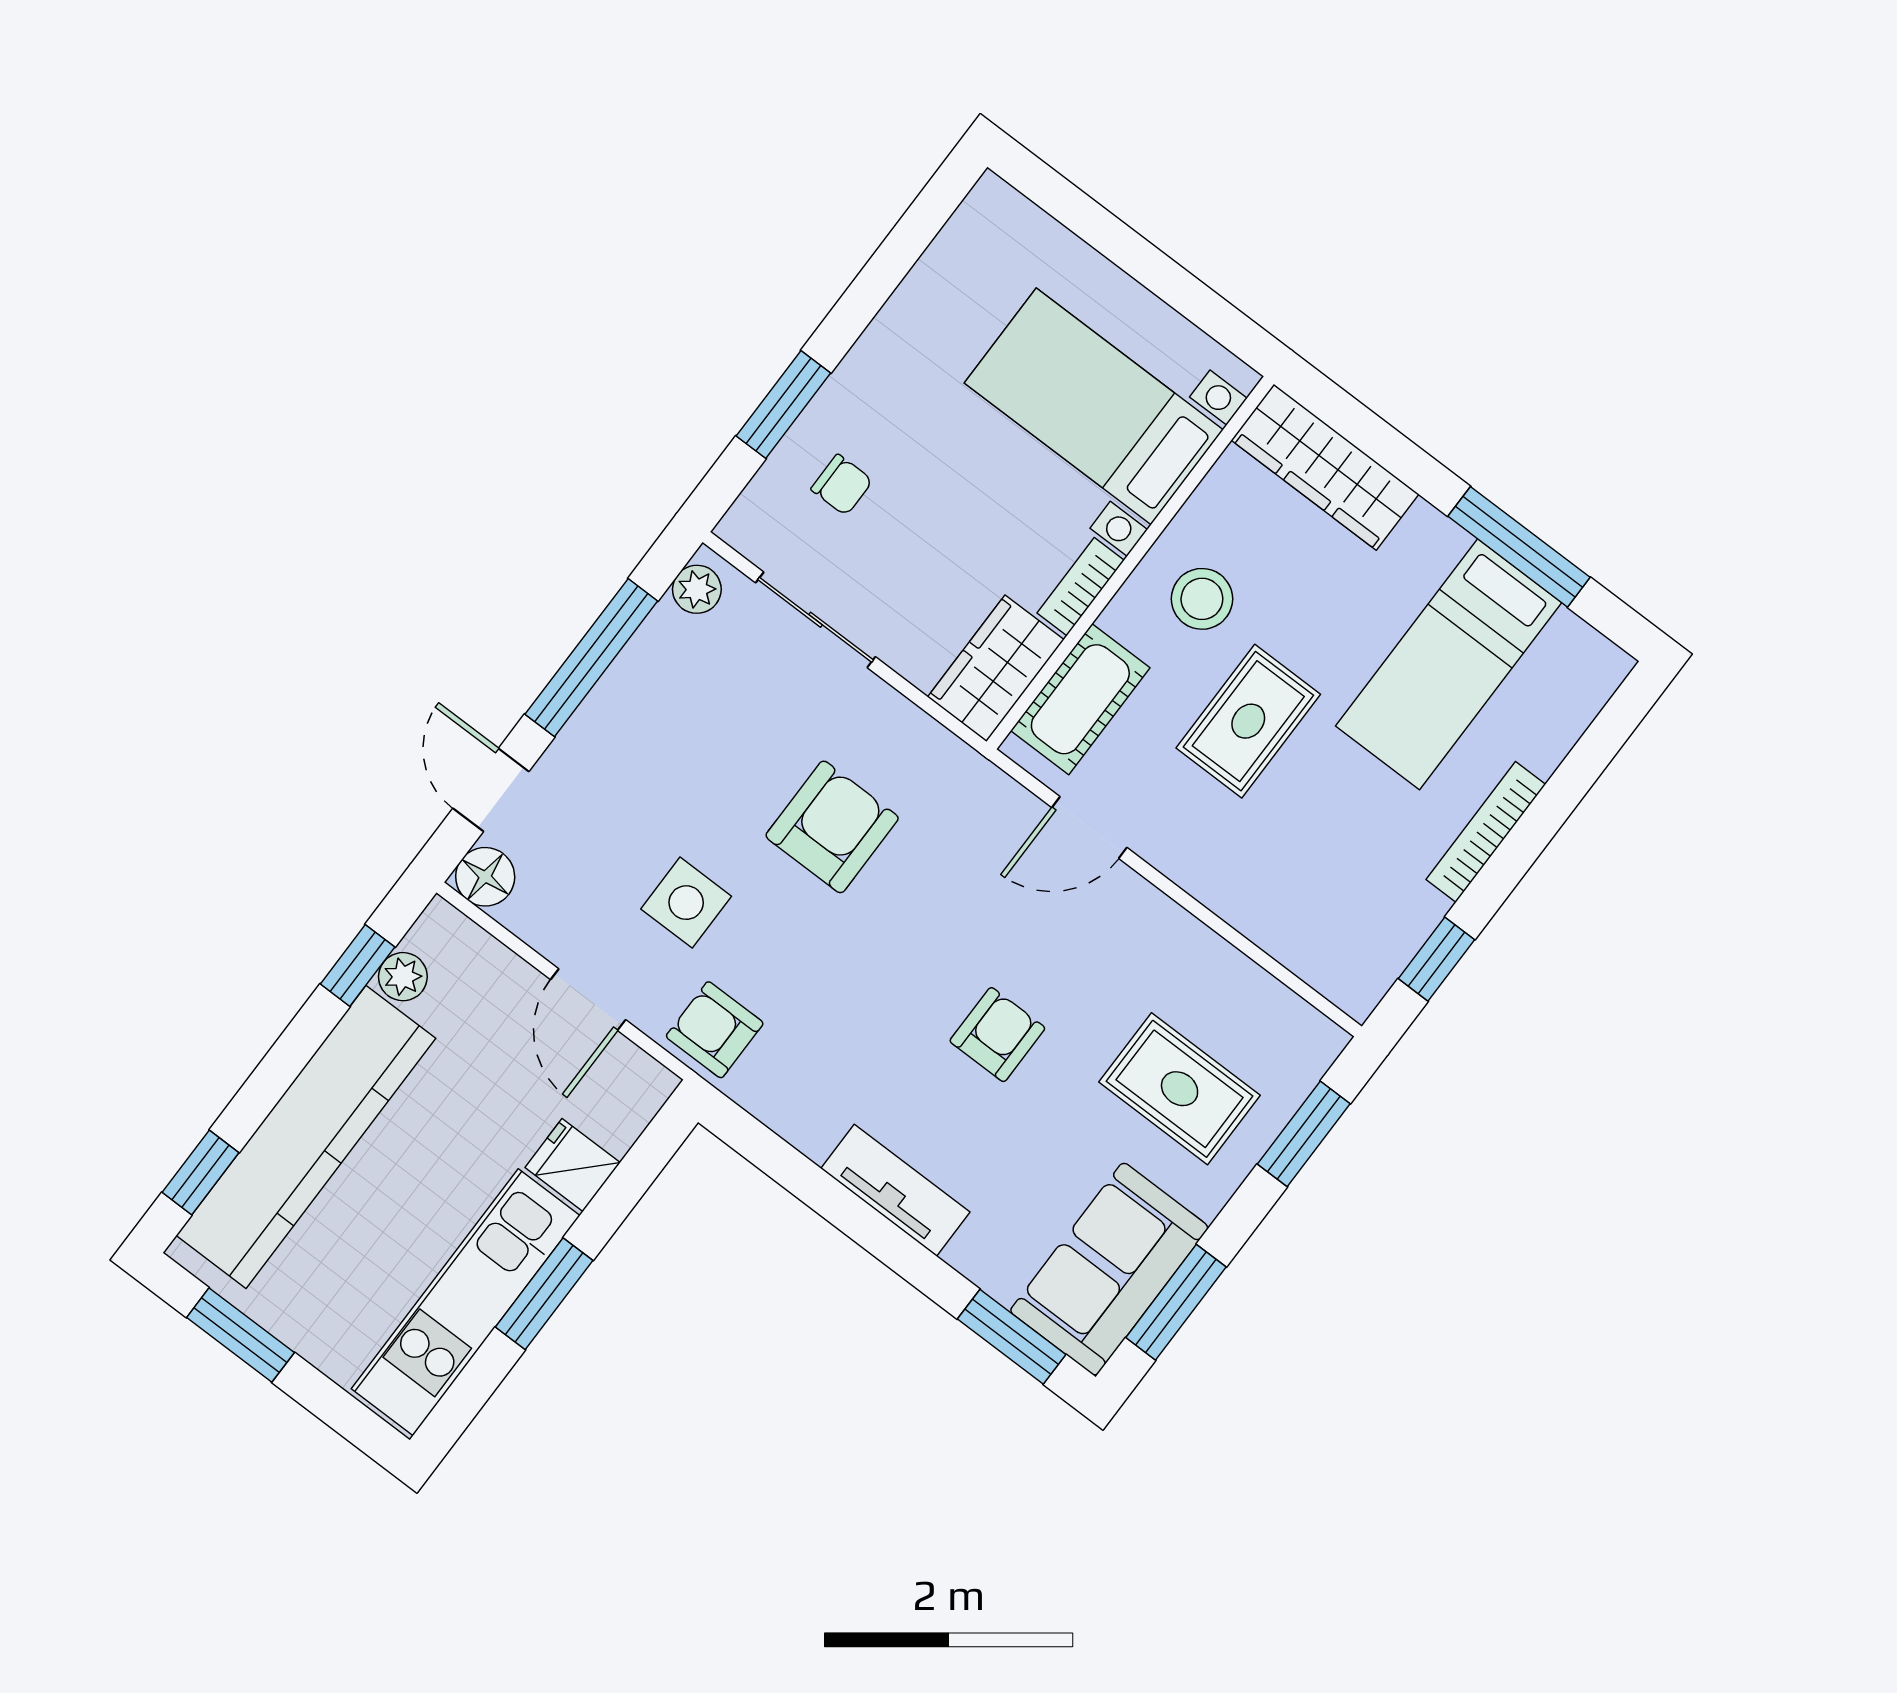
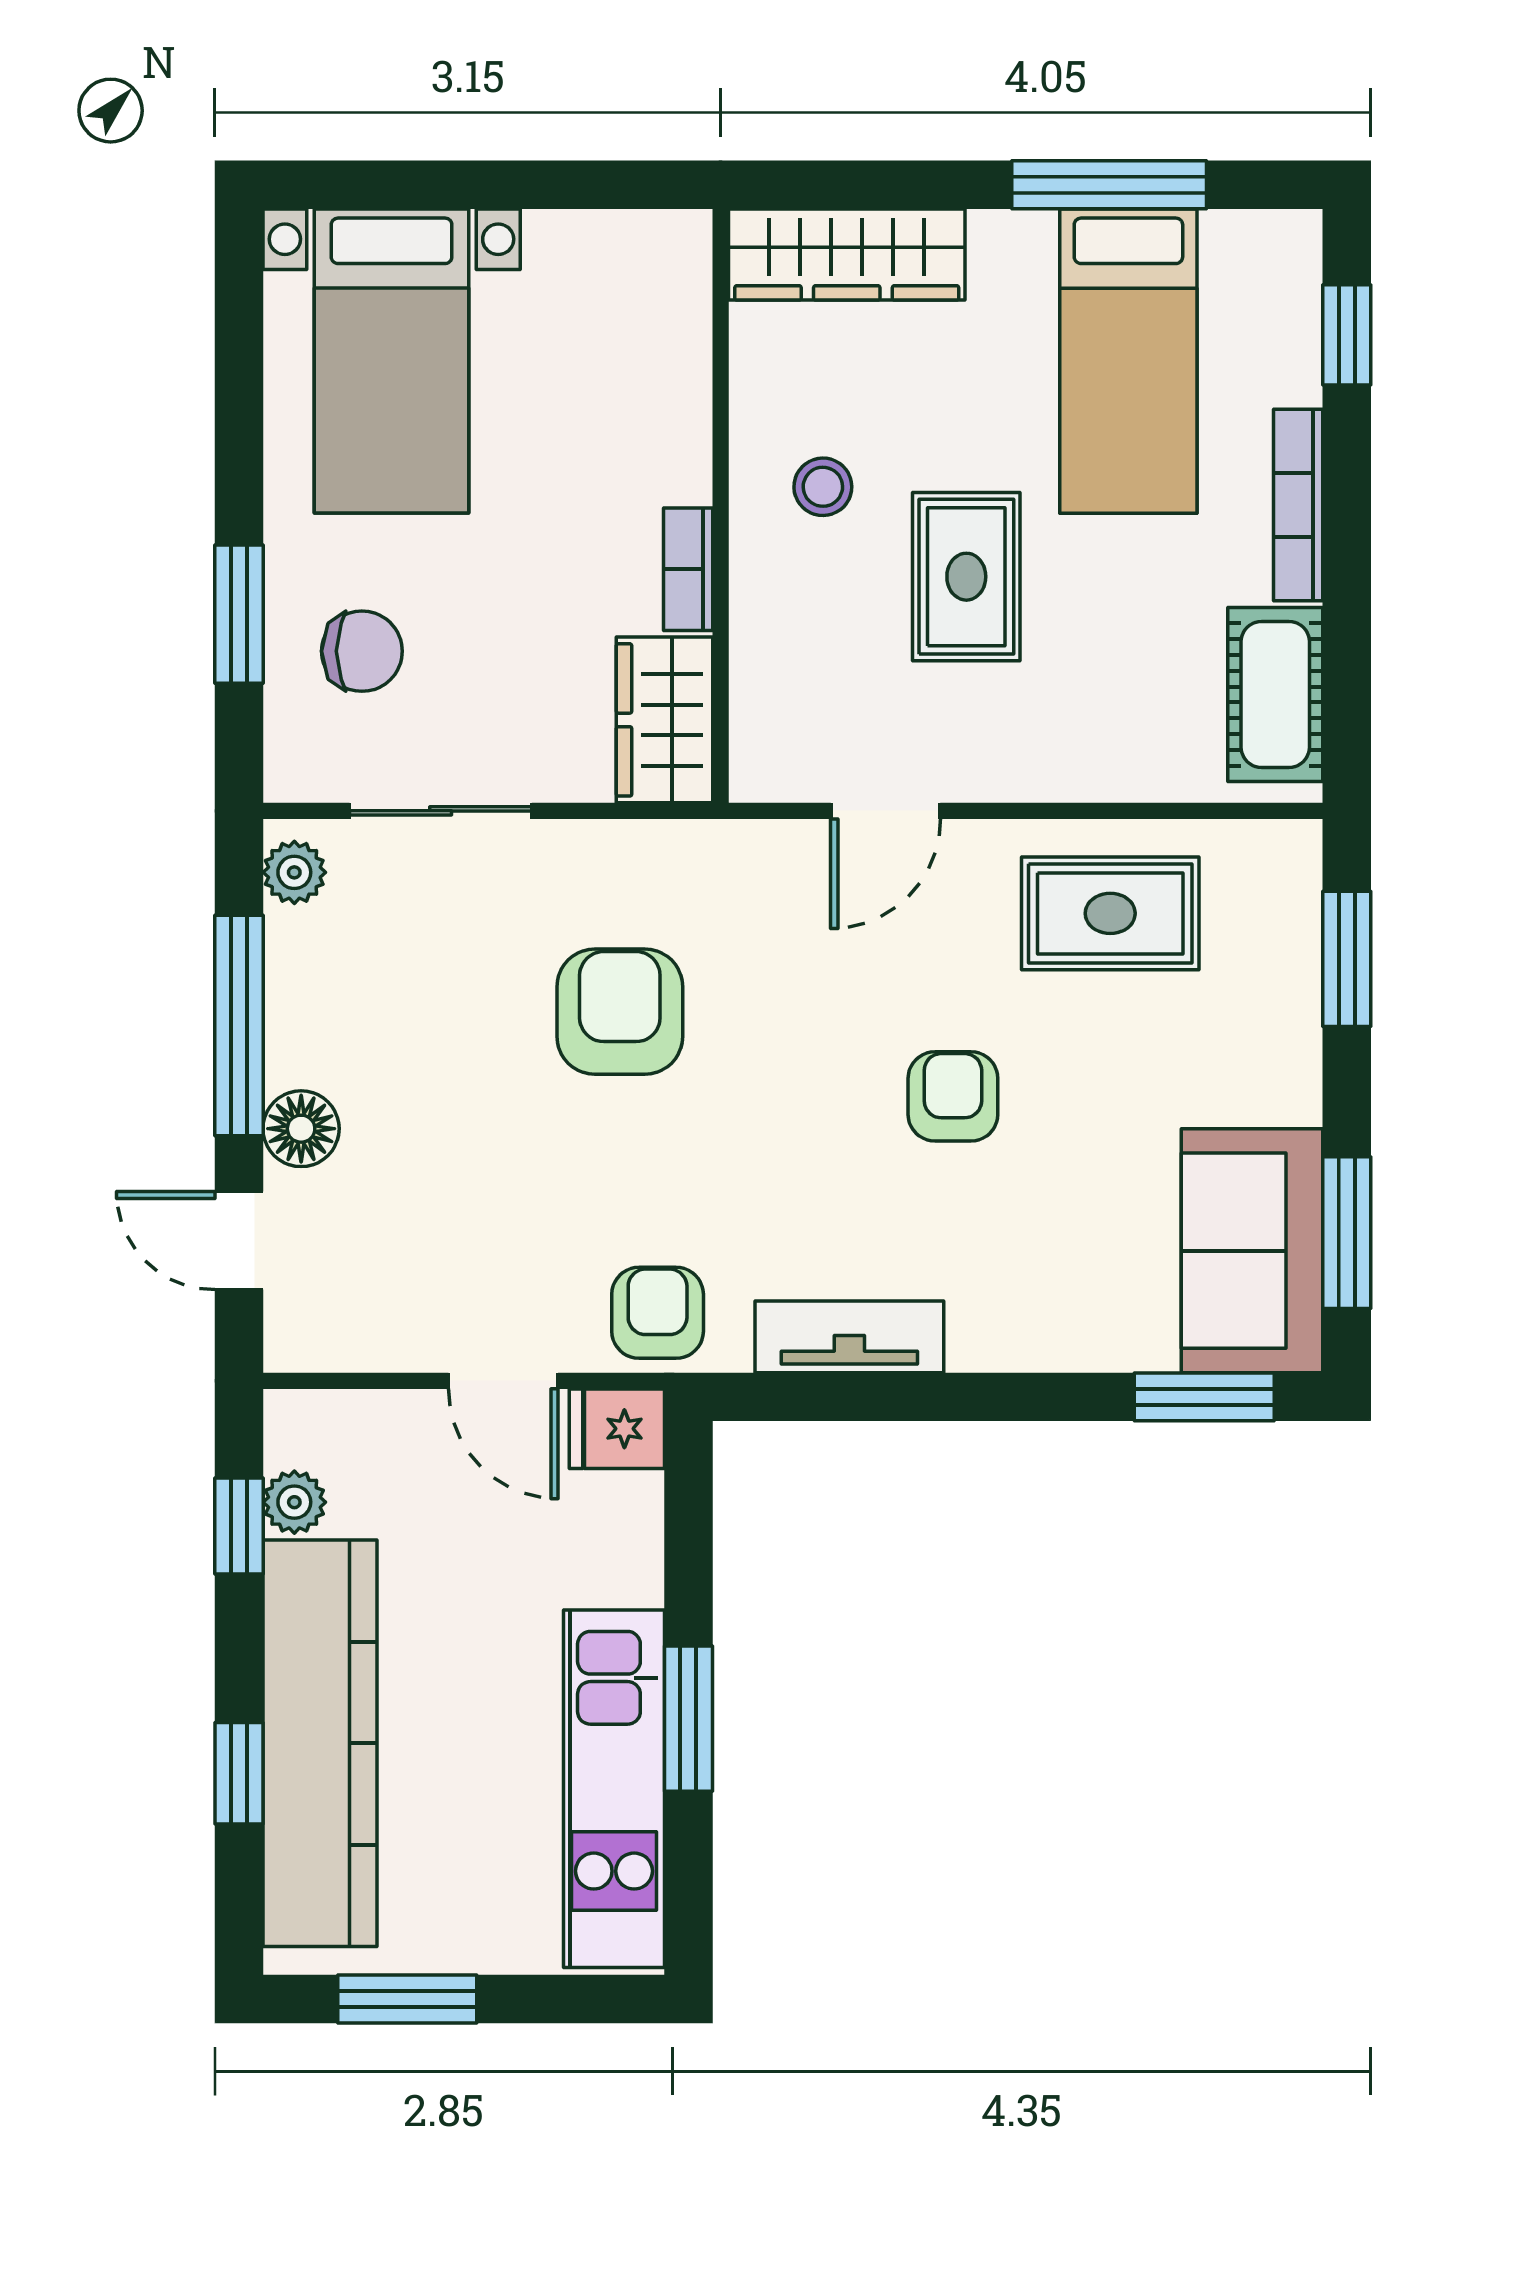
bed with nightstands: (1094, 406) -> (392, 361), moved, turned -90
chair: (842, 485) -> (362, 651), width x1.37, depth x1.37
stool: (1202, 599) -> (823, 487), width x0.73, depth x0.73
cot: (1080, 699) -> (1275, 694), moved
floor lamp: (485, 877) -> (301, 1129), moved
side table: (686, 903) -> (529, 1204), removed
window: (1436, 959) -> (1347, 335), moved
armchair: (715, 1030) -> (658, 1313), turned 90
rug: (1180, 1089) -> (1110, 913), moved
fridge: (573, 1165) -> (617, 1429), moved
window: (201, 1172) -> (239, 1773), moved
tv unit: (895, 1190) -> (849, 1337), moved

